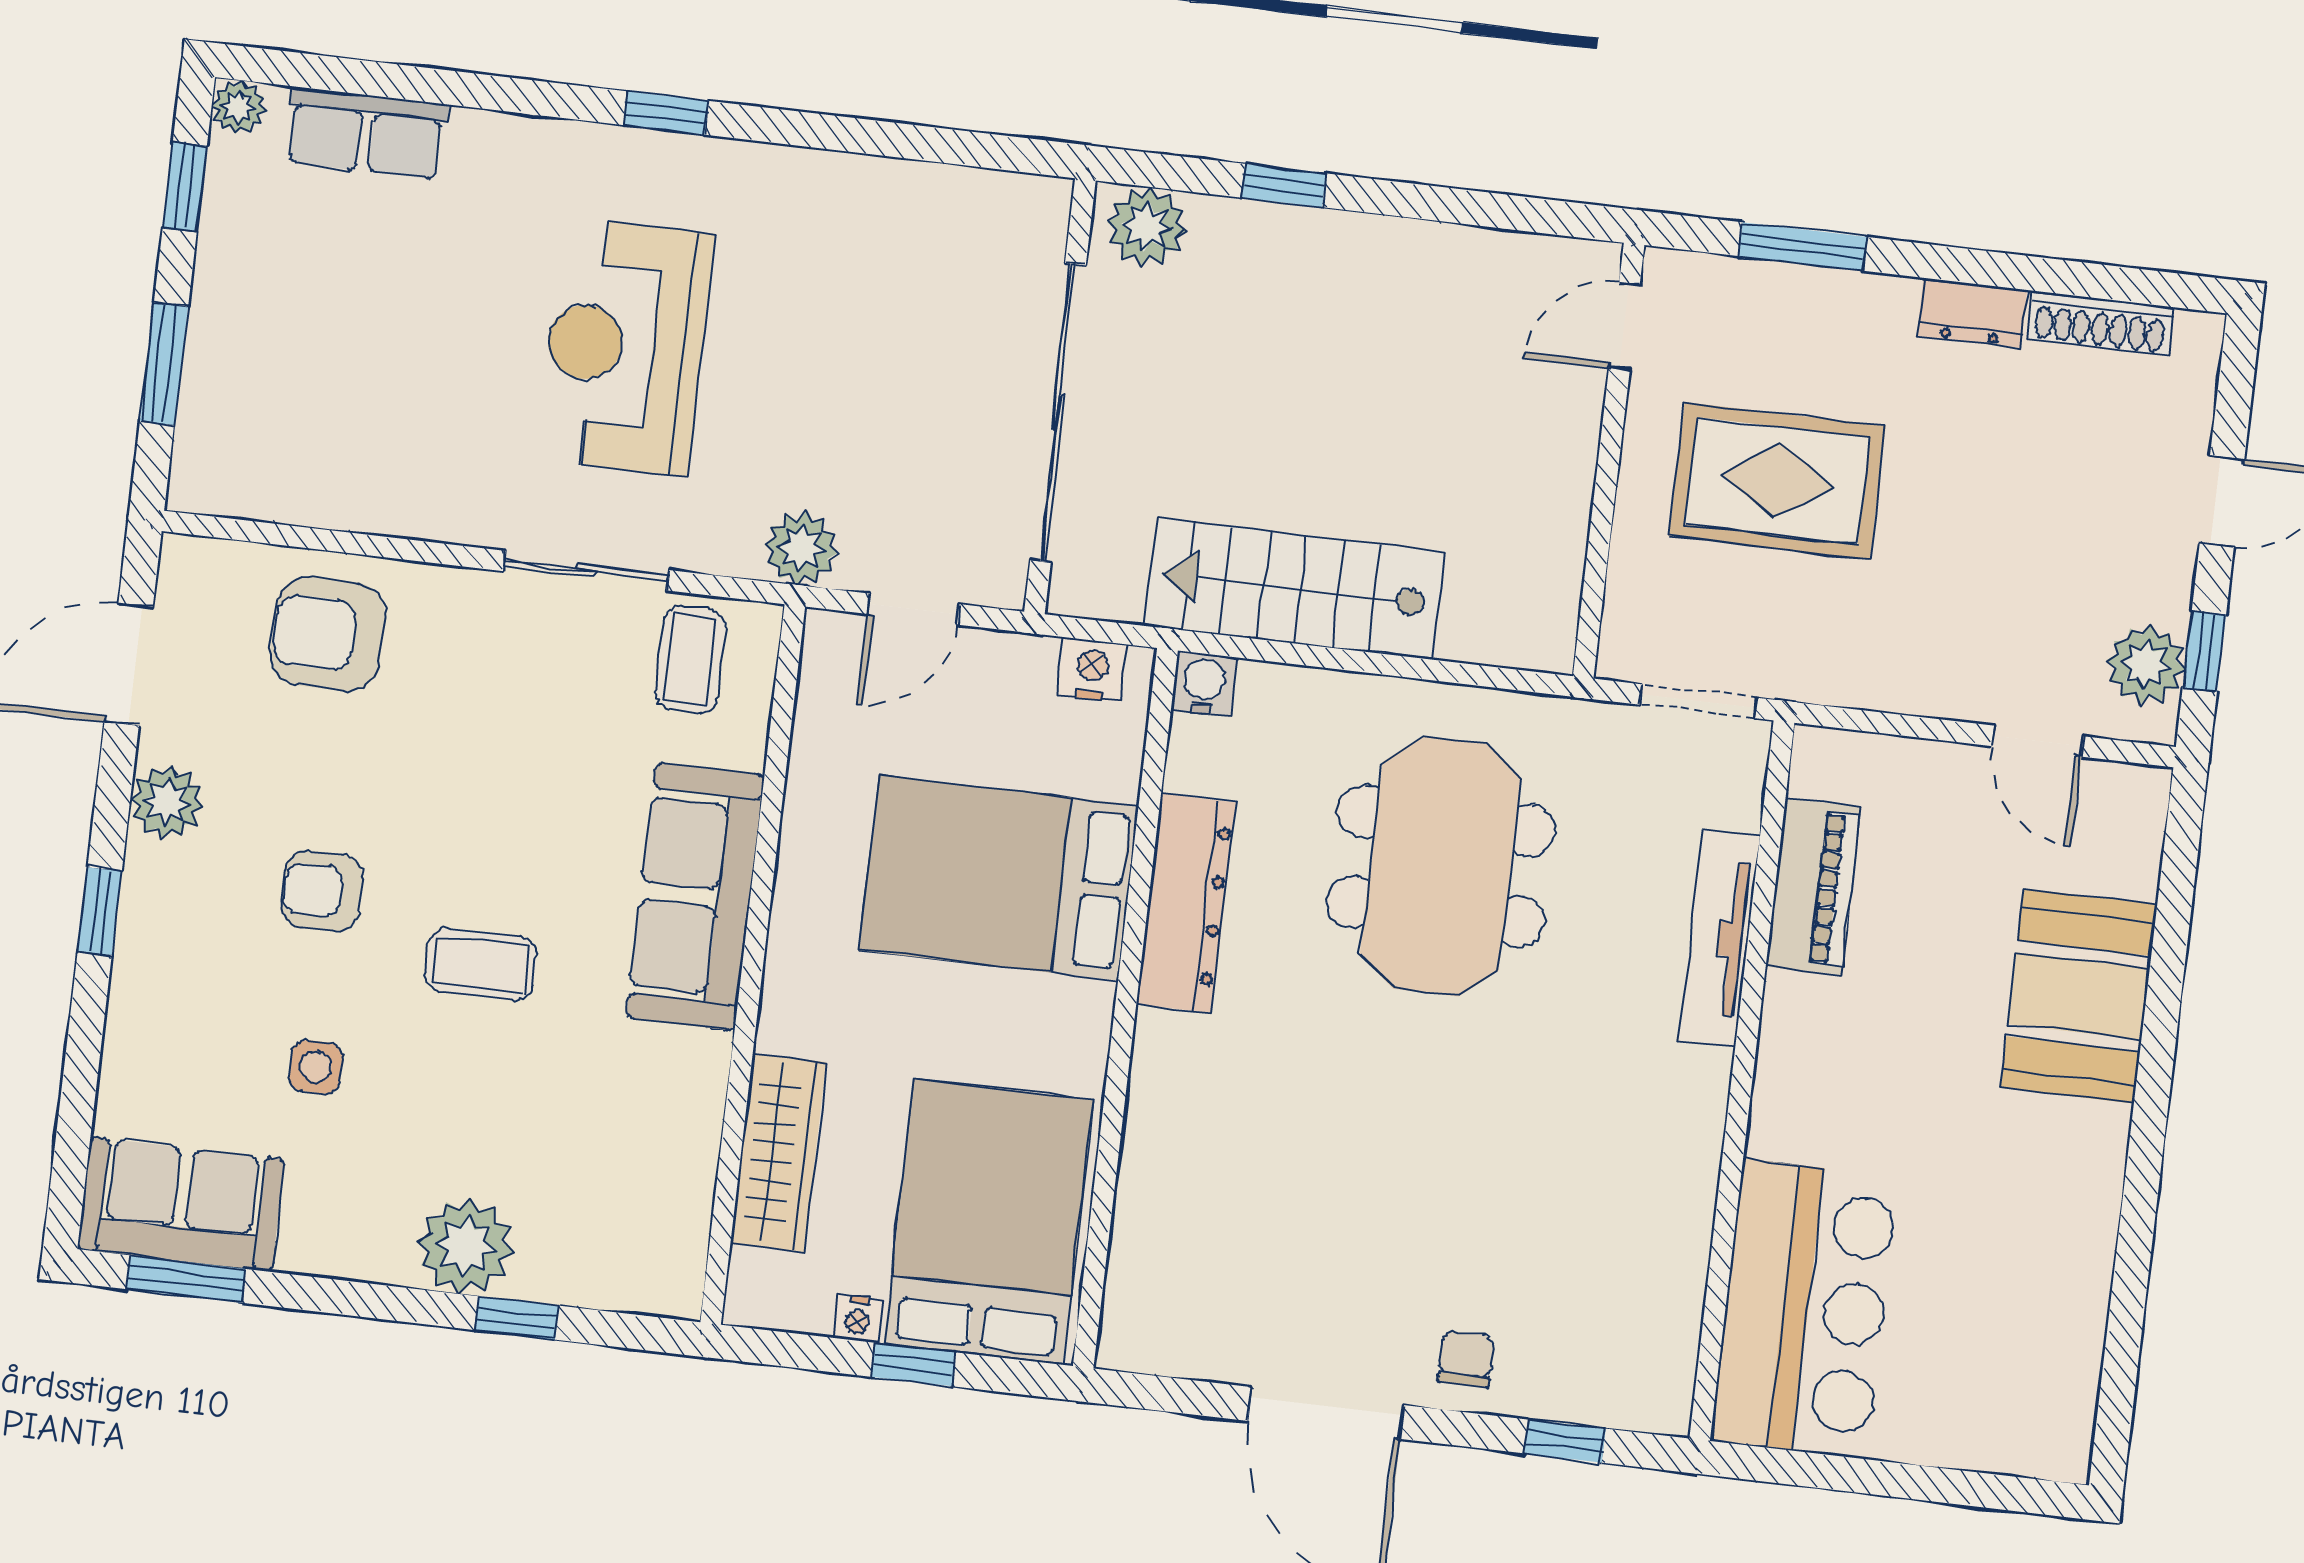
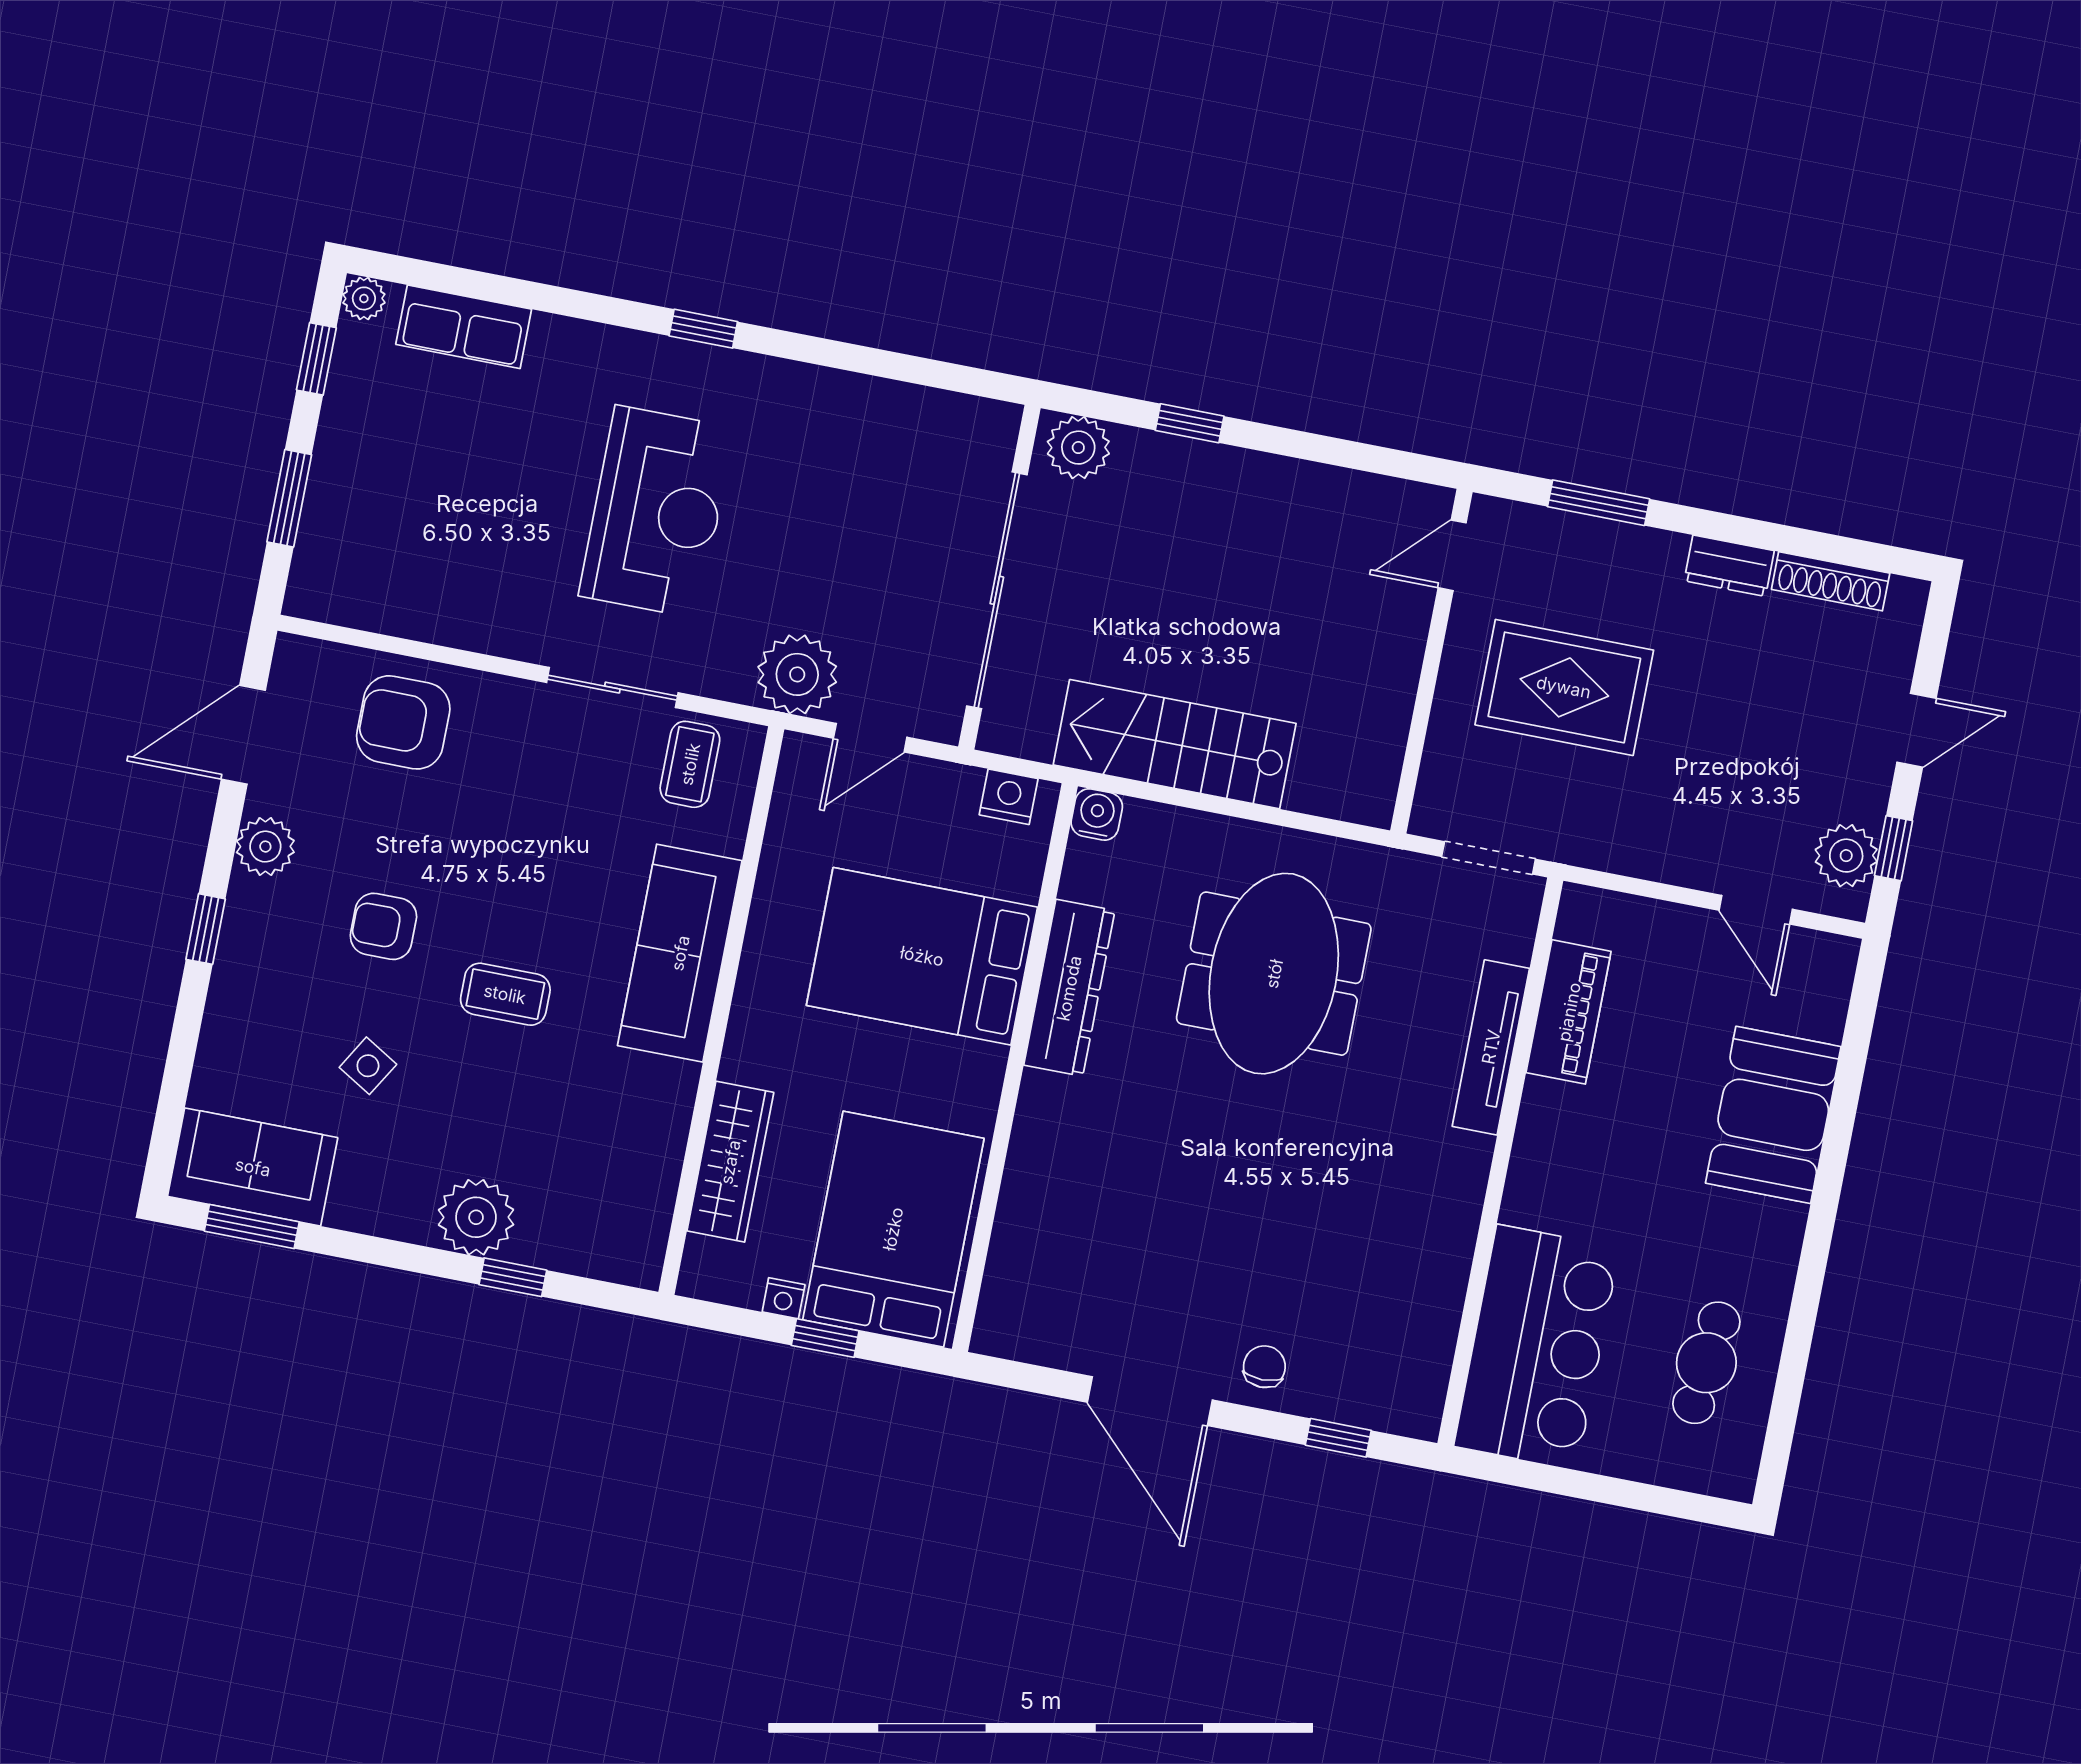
reception desk: (625, 346) -> (657, 512), turned 180
plant: (801, 549) -> (797, 674), width x1.36, depth x1.36
side table: (316, 1067) -> (368, 1066), turned 31
cafe table: (2019, 1313) -> (1706, 1363), added

